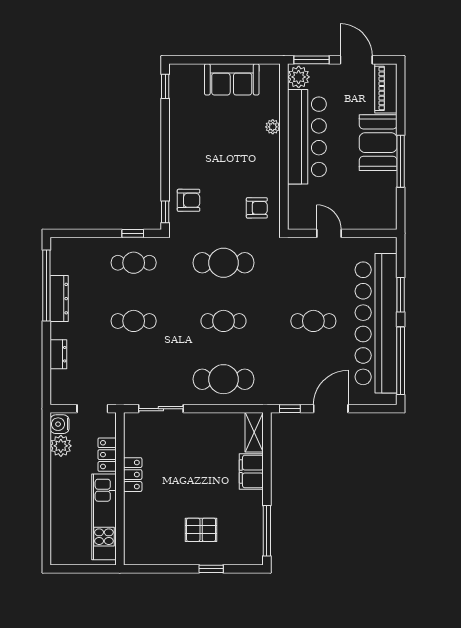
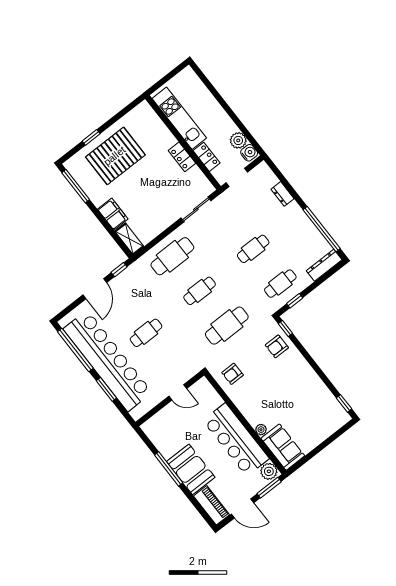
sofa: (232, 79) -> (283, 447), moved, turned 90
dresser: (59, 299) -> (324, 265), moved, turned 90
pallet: (201, 530) -> (115, 156), width x2.05, depth x2.00

